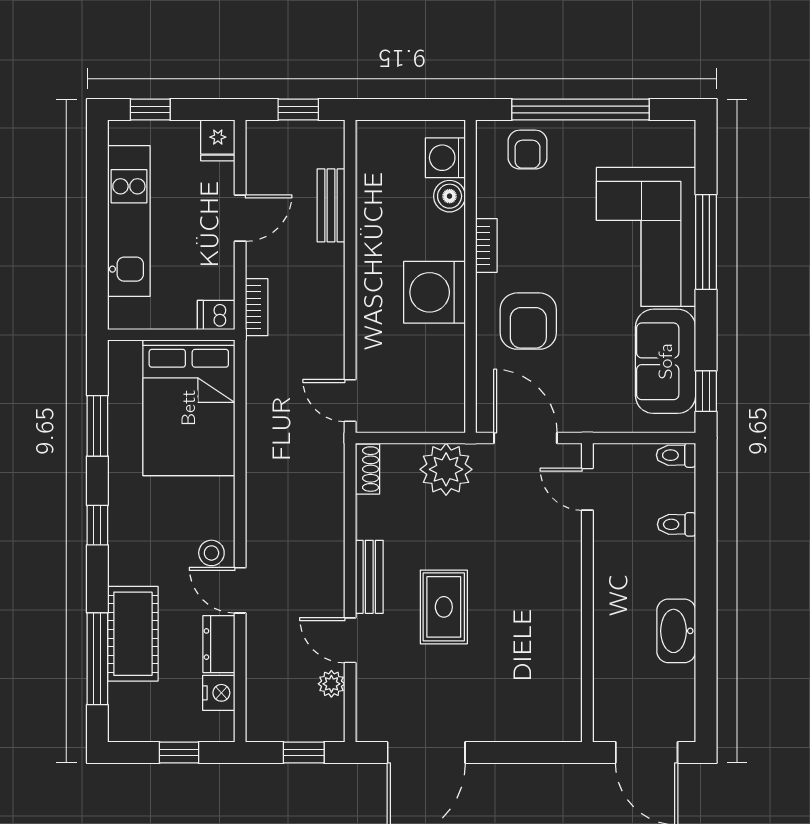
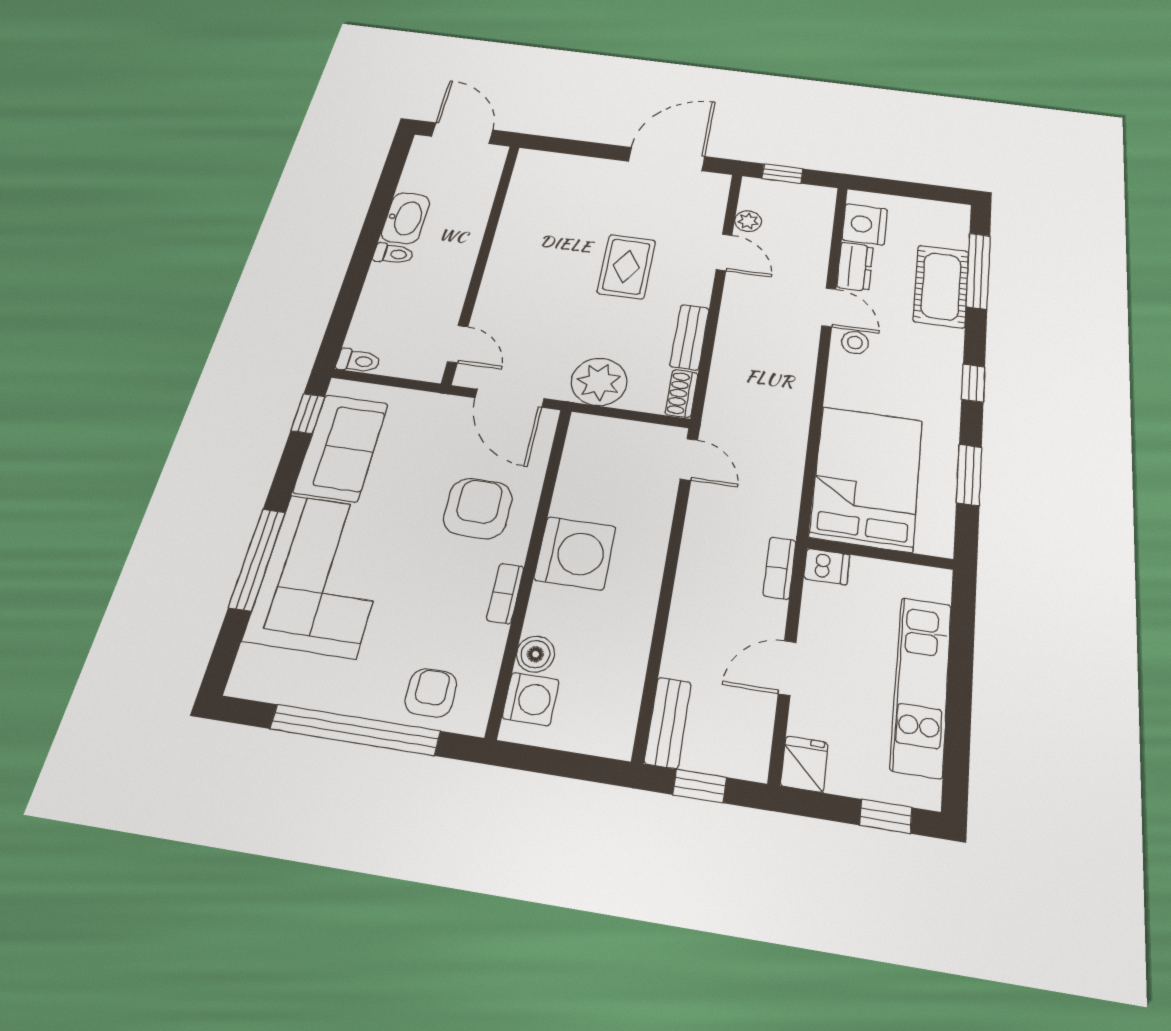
bench: (331, 205) -> (668, 722), moved
toilet: (677, 524) -> (393, 254), moved
bench: (369, 577) -> (690, 337), moved
nightstand: (219, 693) -> (865, 224), width x1.36, depth x1.33
window: (179, 753) -> (902, 189), removed

